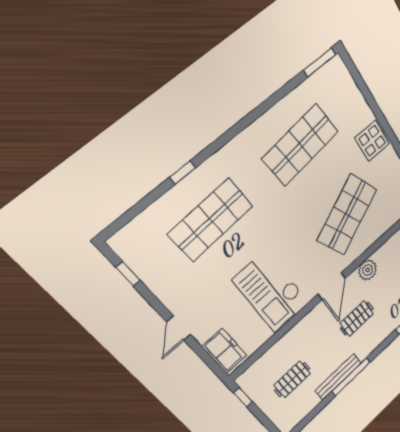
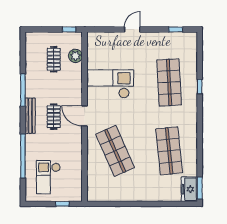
display table: (372, 141) -> (142, 191), removed
plant: (368, 270) -> (75, 56), moved
door: (179, 328) -> (132, 29), hinge flipped
freezer: (224, 351) -> (189, 189), moved, turned 90
bench: (338, 377) -> (30, 116), moved

